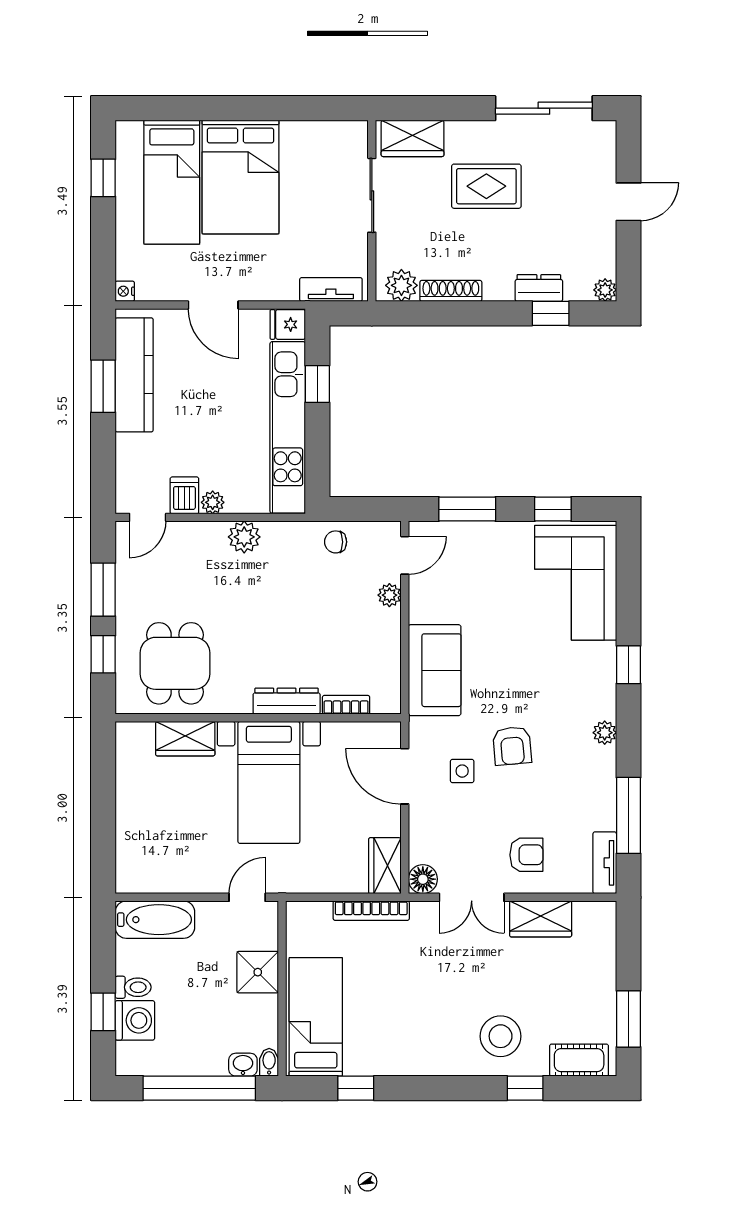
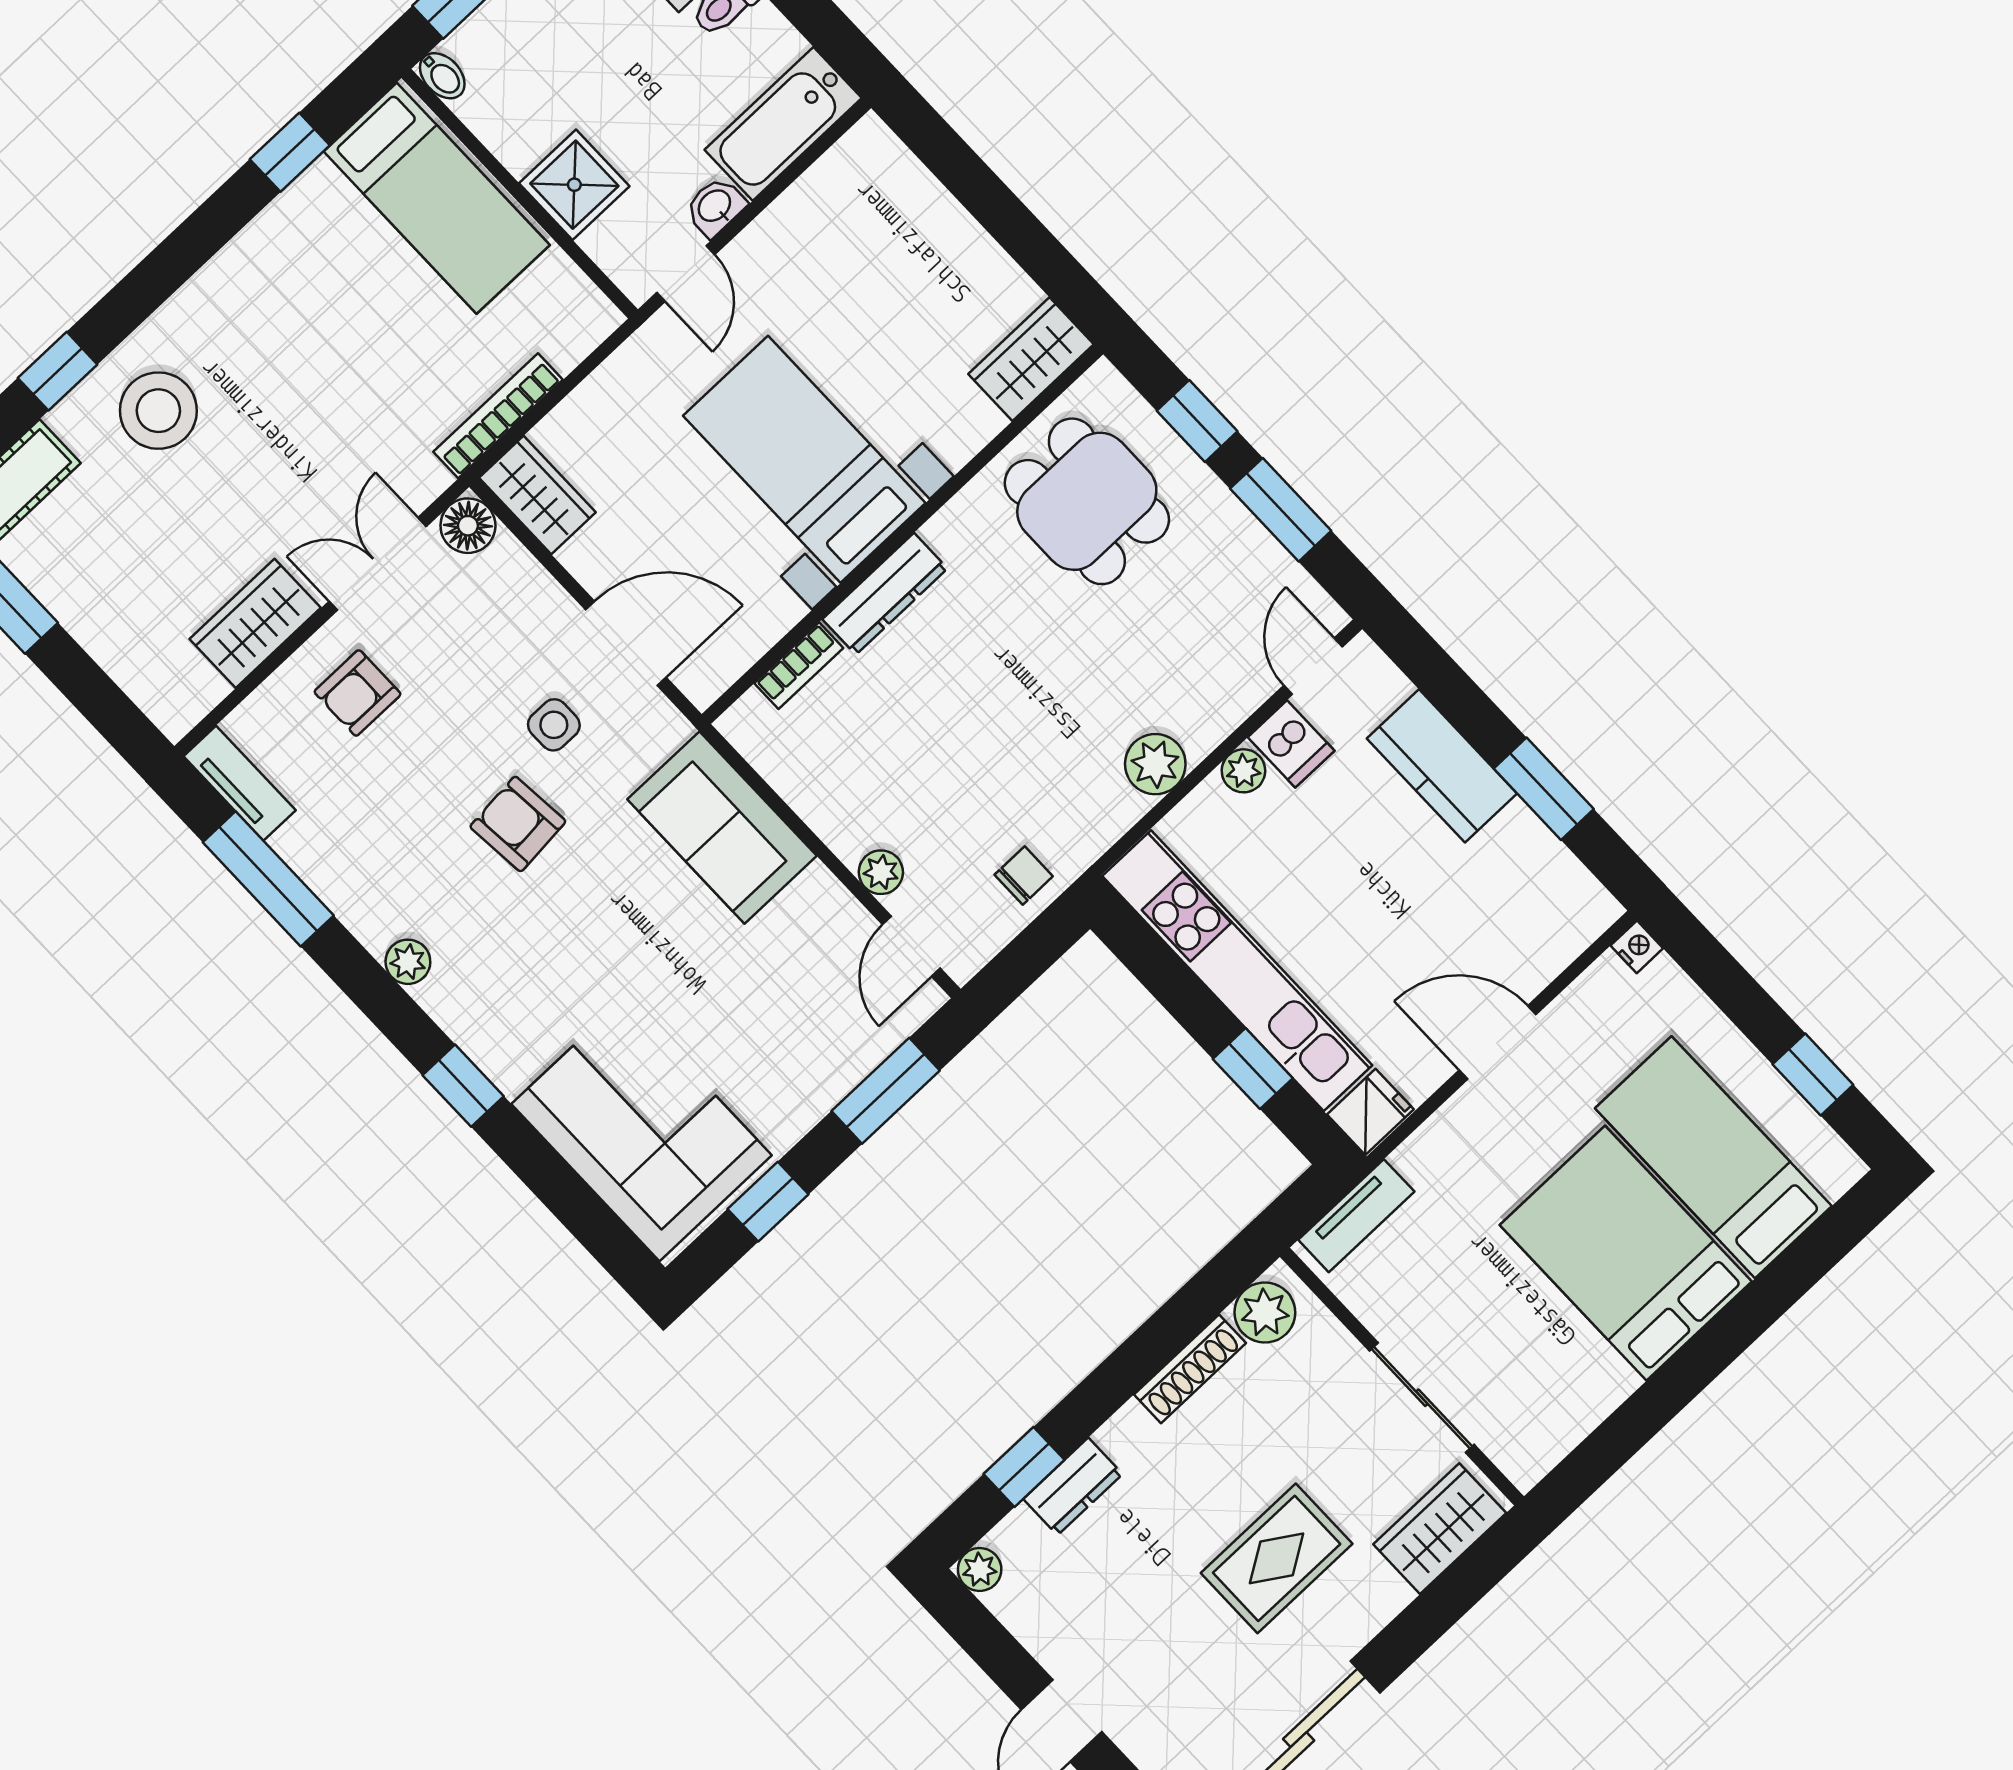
kitchen counter: (134, 375) -> (1442, 766), moved, width x0.67
wardrobe: (185, 739) -> (1031, 359), moved
washbasin: (243, 1065) -> (715, 207), moved, turned 180

